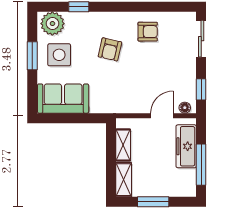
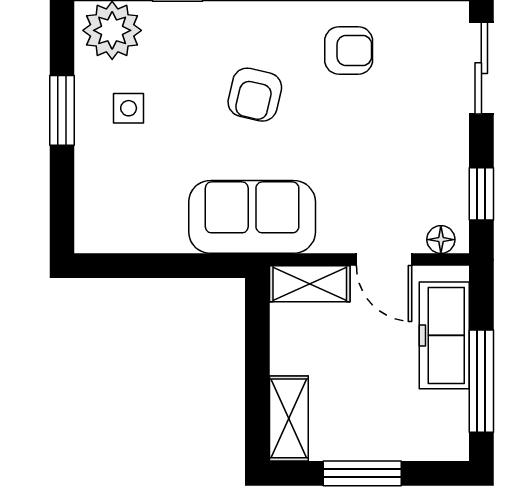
side table: (59, 55) -> (129, 108), width x0.54, depth x0.54
sofa: (63, 99) -> (252, 217), moved
door: (162, 116) -> (384, 260), swing flipped
shelving: (123, 145) -> (310, 284), moved, turned 90

